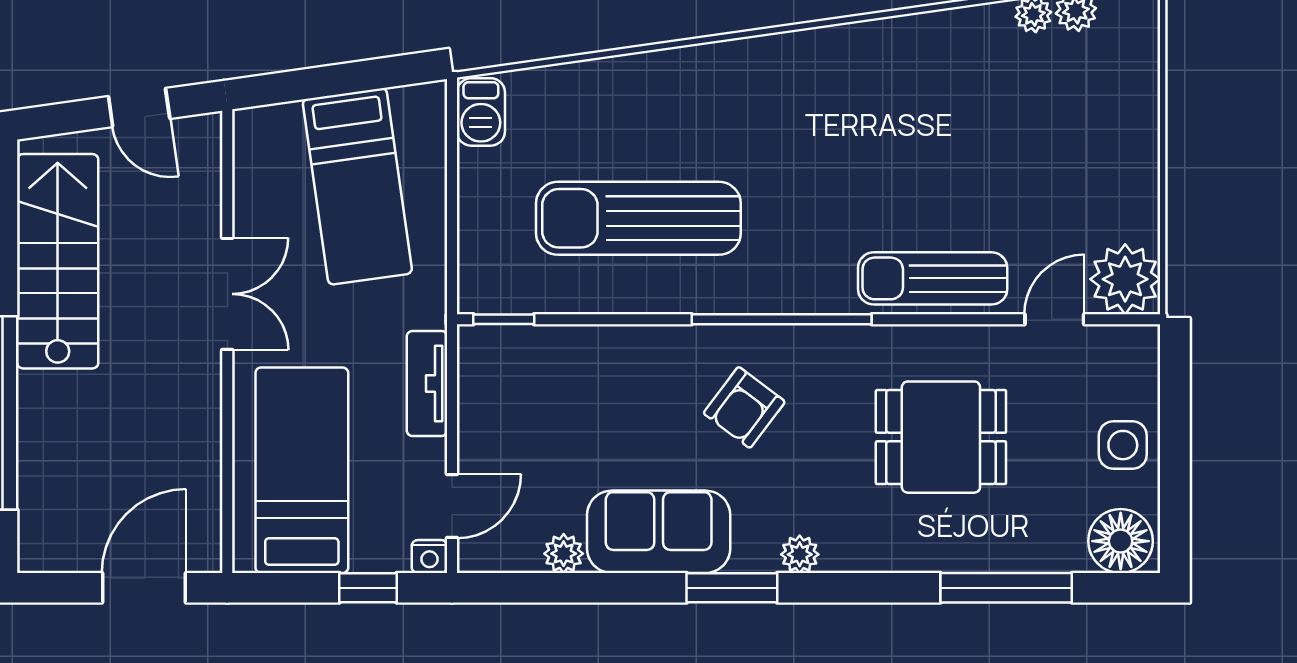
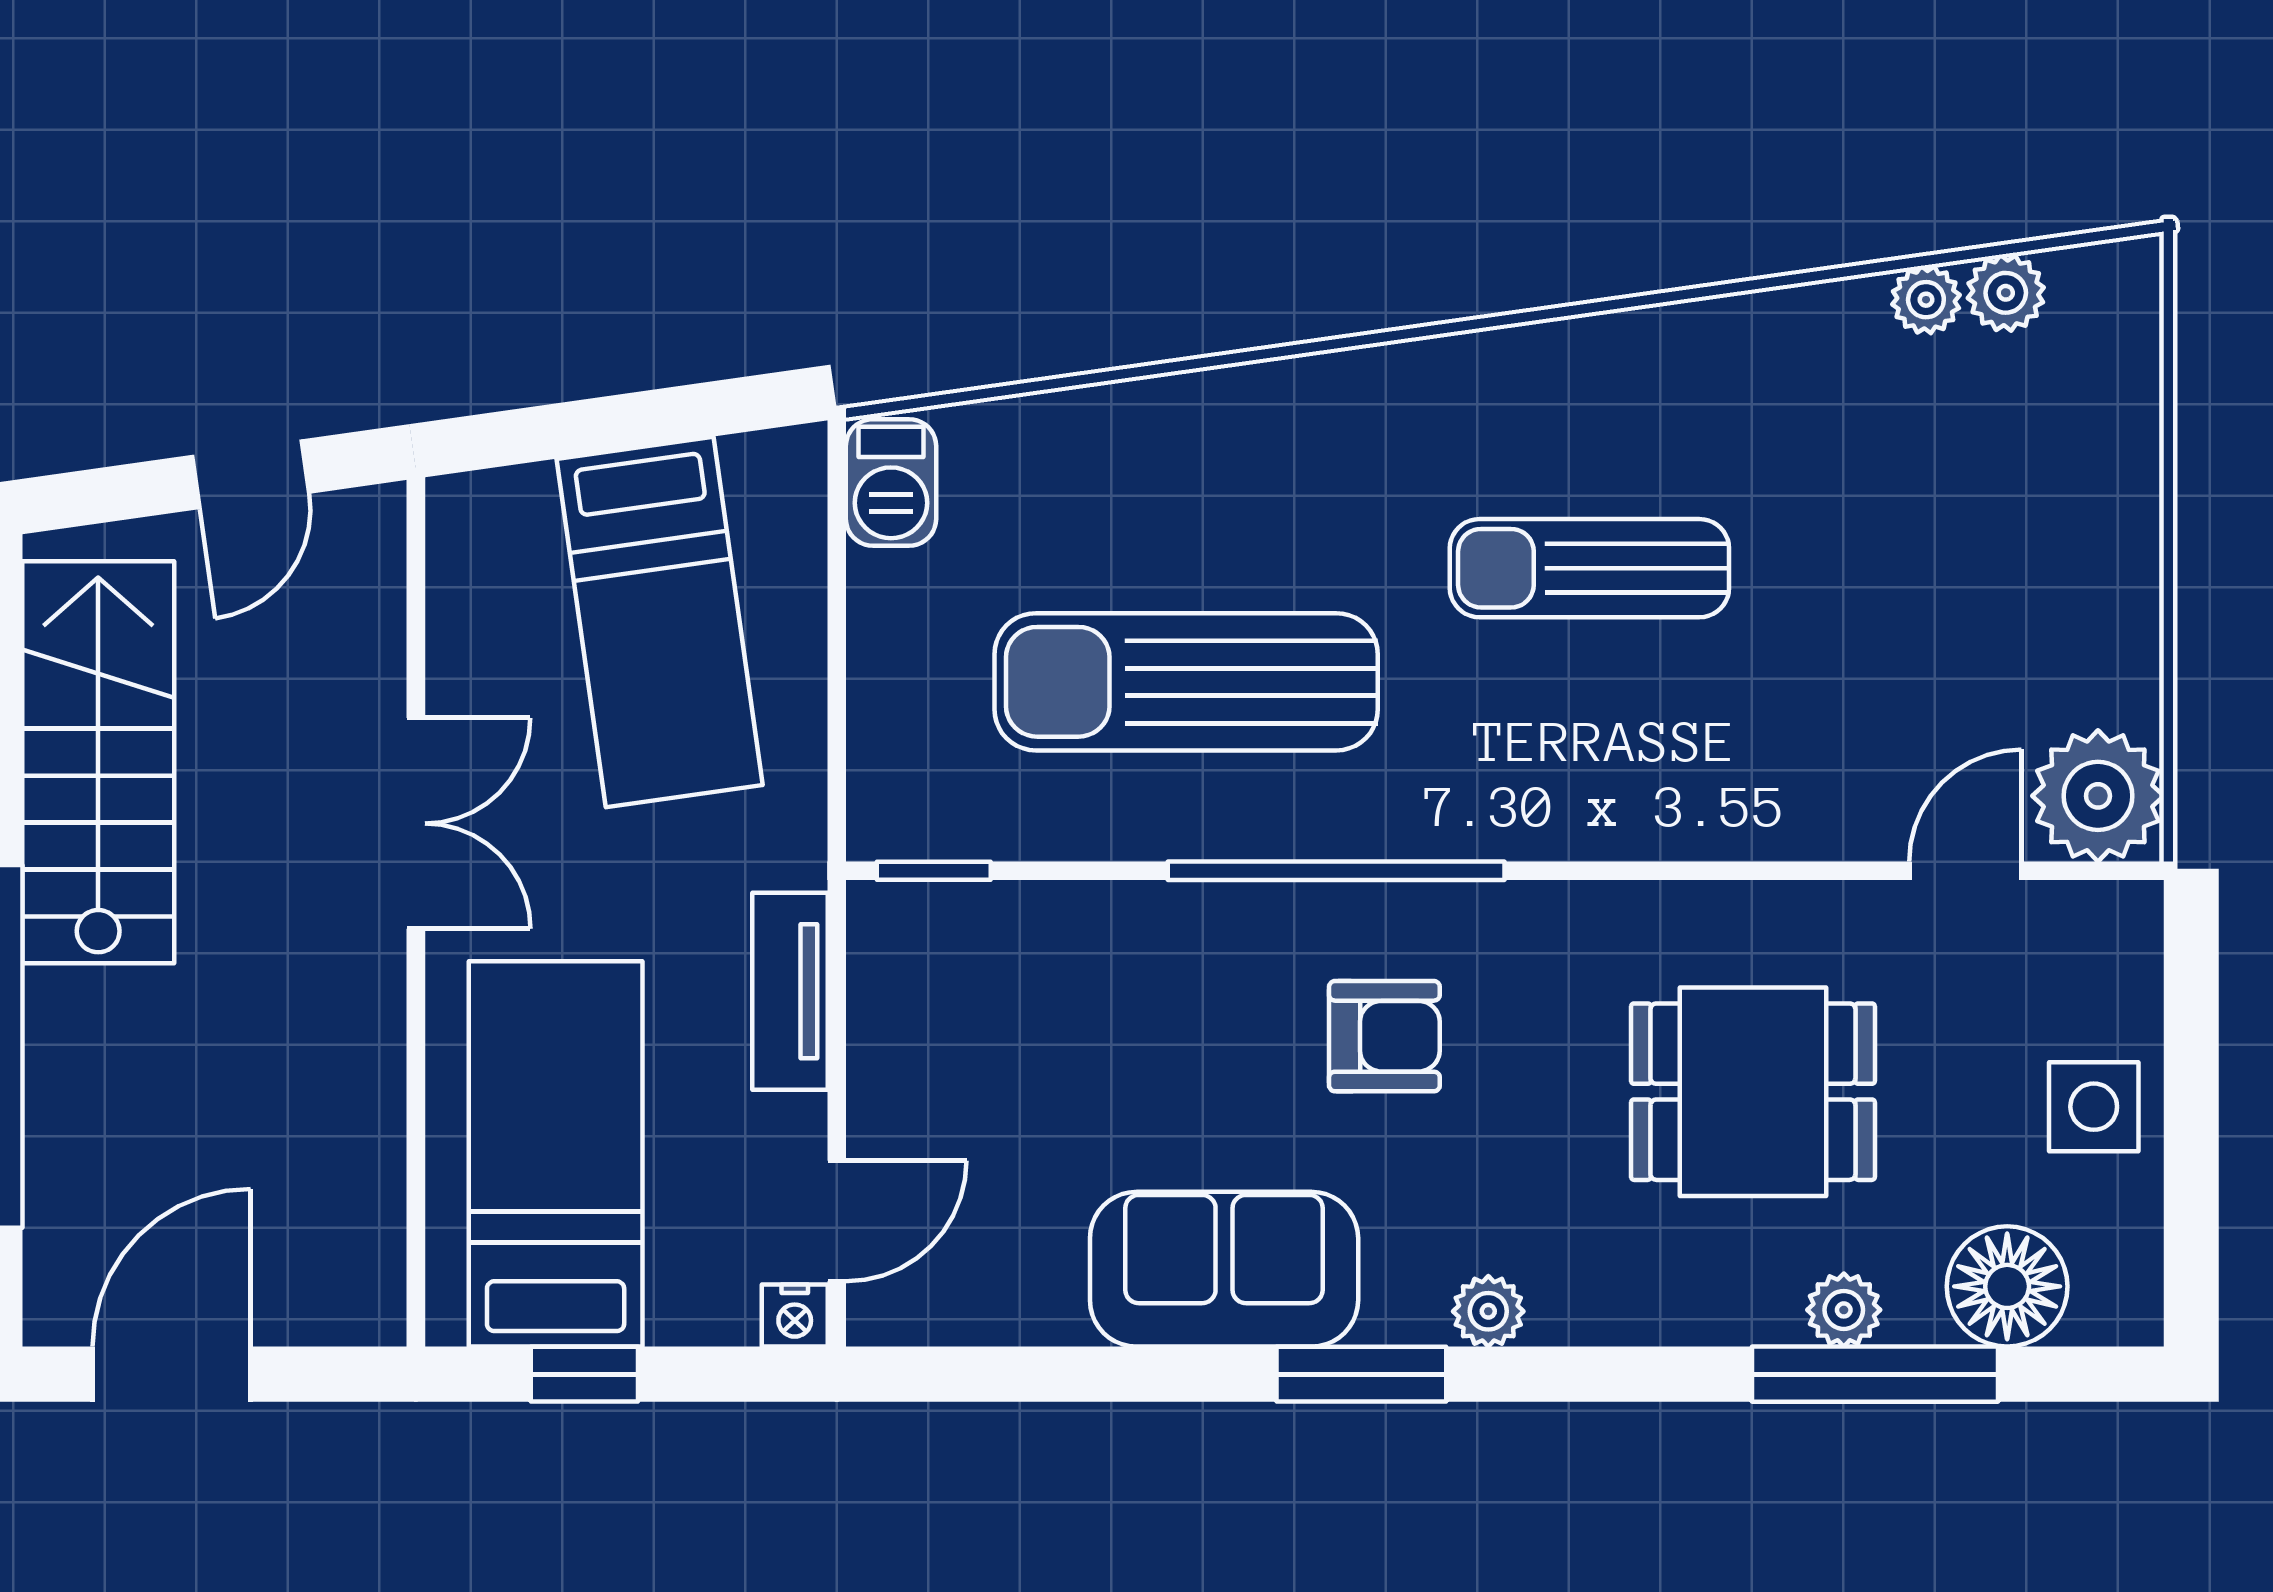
door: (139, 108) -> (251, 474), hinge flipped
sun lounger: (933, 278) -> (1589, 568), moved
window: (782, 319) -> (1336, 871), moved
armchair: (744, 407) -> (1384, 1036), turned -127
floor lamp: (1121, 541) -> (2007, 1286), moved
plant: (564, 554) -> (1844, 1310), moved
door: (144, 588) -> (172, 1374), moved
window: (368, 588) -> (584, 1374), moved

